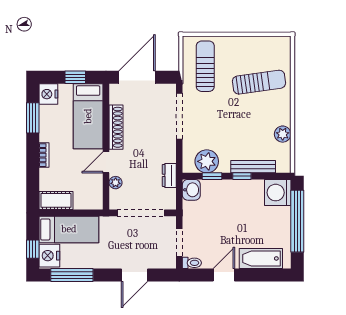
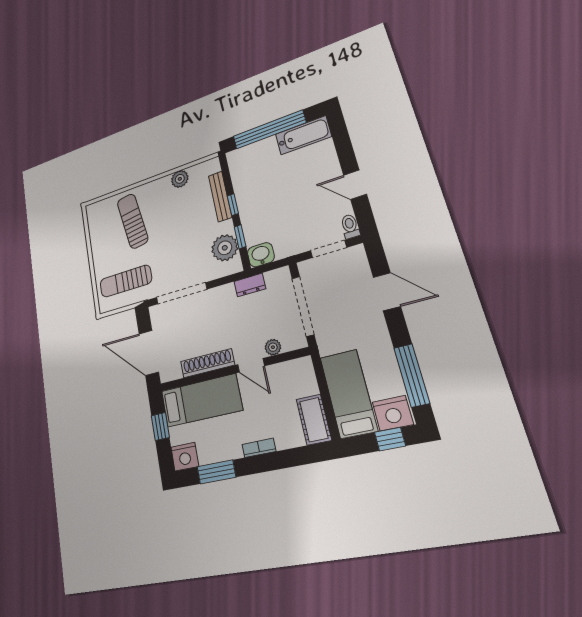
washing machine: (278, 193) -> (242, 161), removed
bathtub: (261, 258) -> (303, 135), moved, turned -90

